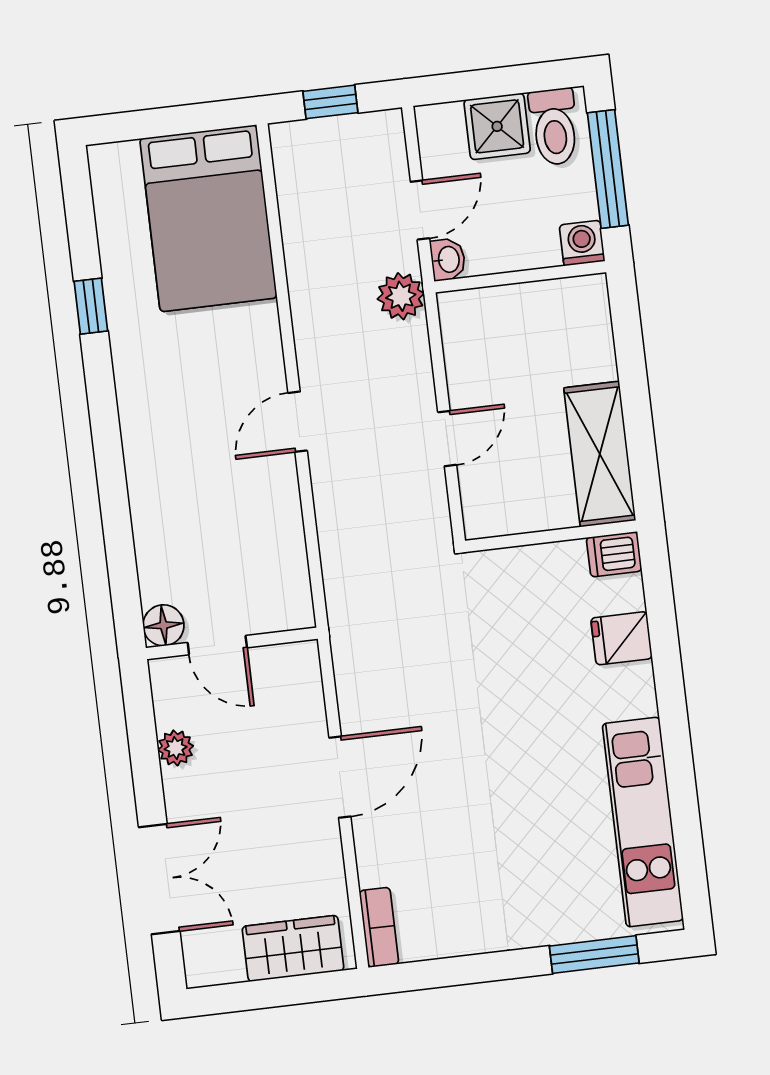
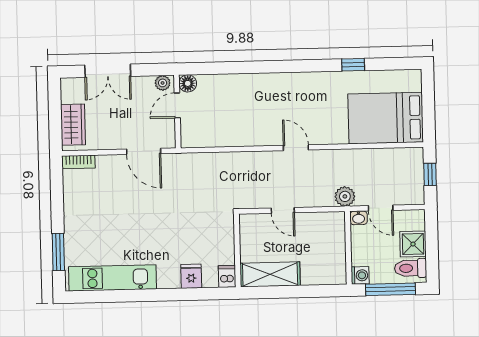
floor lamp: (163, 625) -> (188, 83), moved
wall: (232, 643) -> (177, 112), moved
door: (217, 645) -> (177, 105), moved

